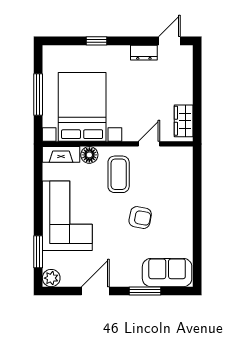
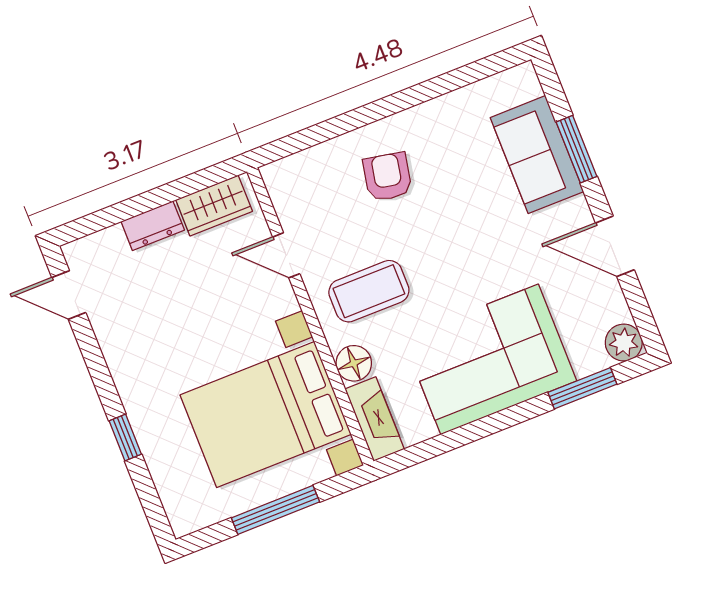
dresser: (144, 53) -> (153, 226), moved, turned 90
armchair: (140, 218) -> (387, 177), moved
sofa: (167, 273) -> (537, 155), moved

